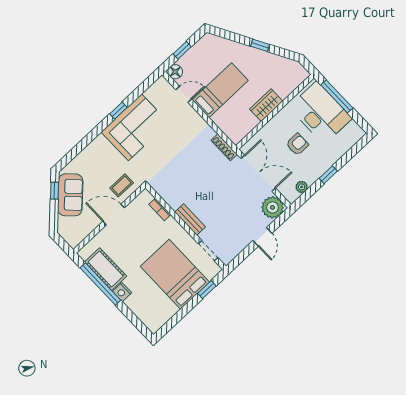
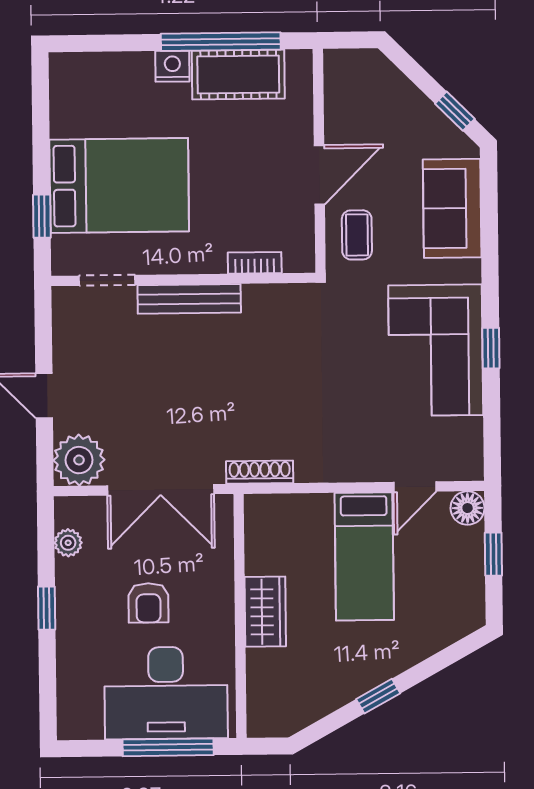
sofa: (70, 195) -> (452, 208), moved, turned 45
bench: (190, 220) -> (189, 299), width x1.36

